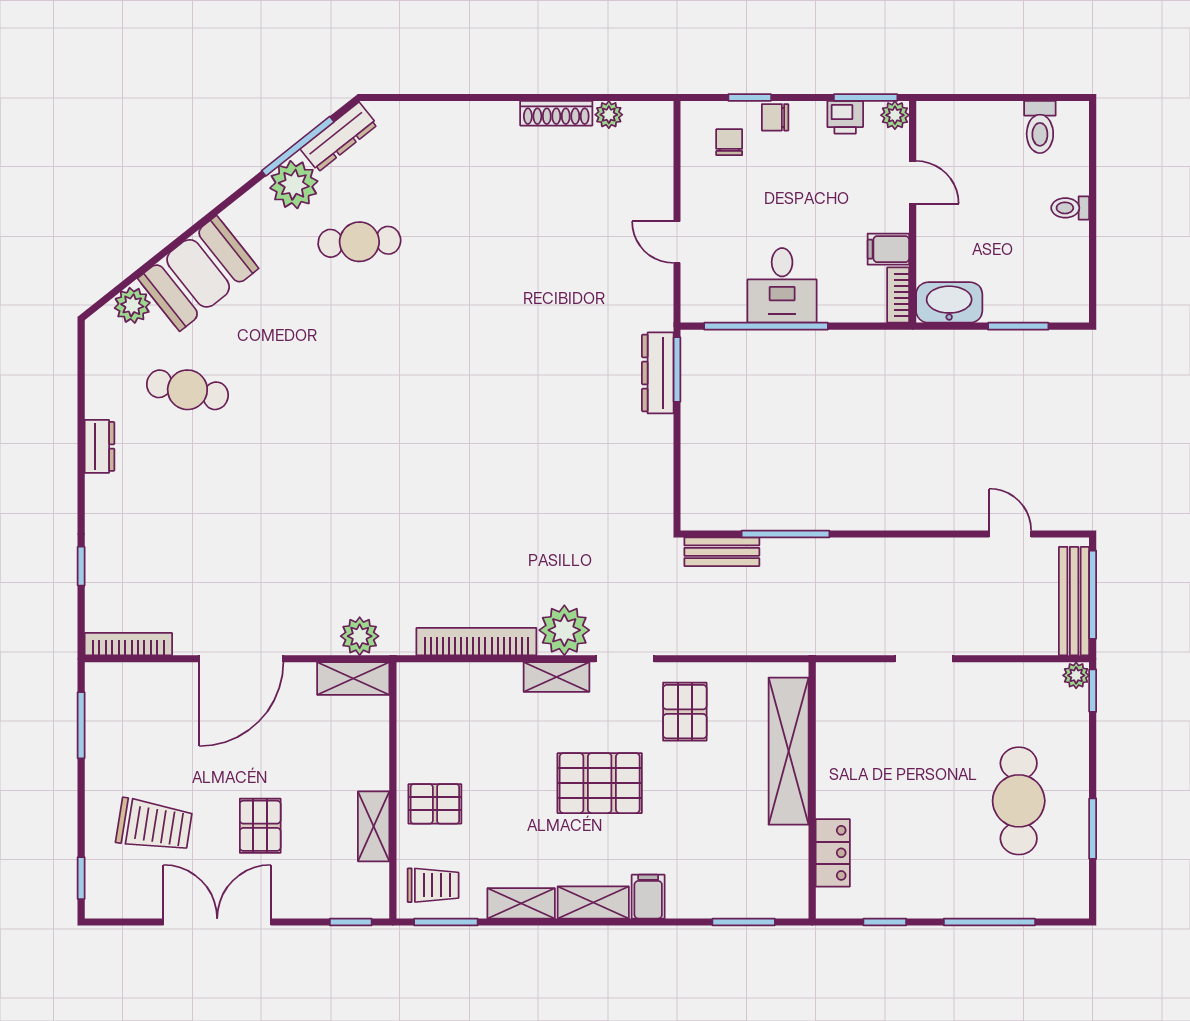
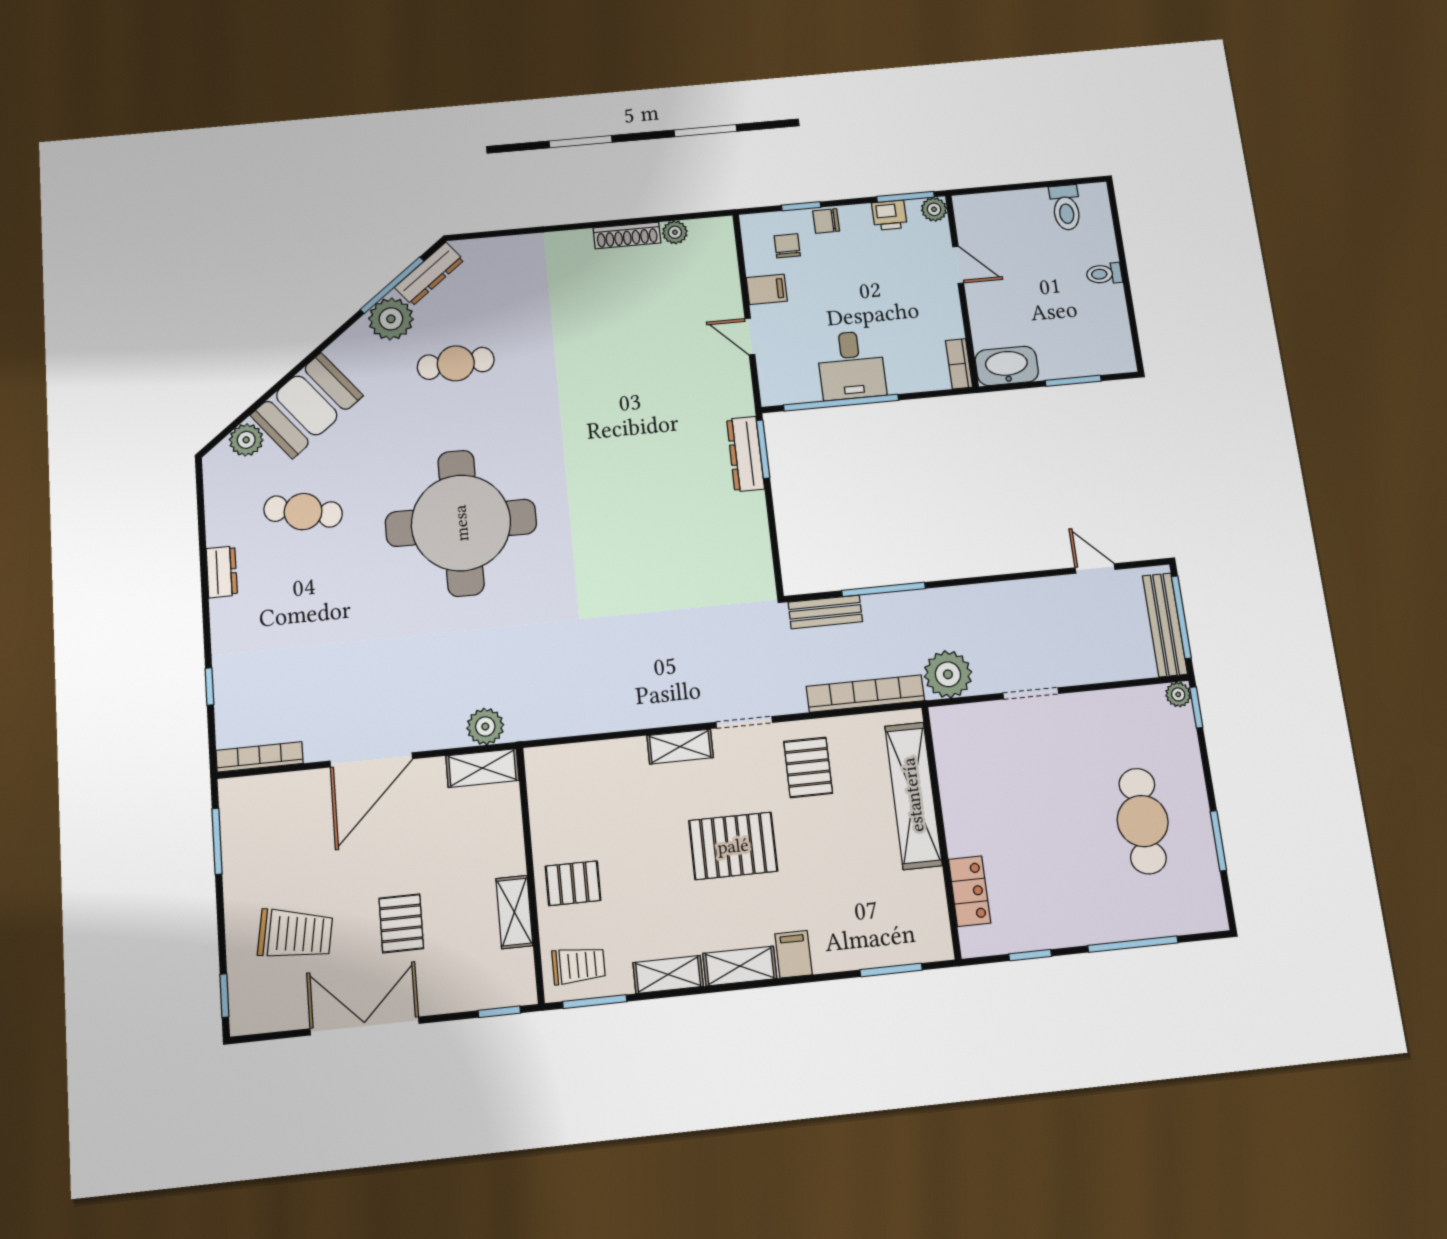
filing cabinet: (888, 249) -> (767, 289), moved, turned 180
round table: (351, 418) -> (461, 523), added
plant: (564, 630) -> (948, 674), moved
bookcase: (476, 642) -> (865, 694), moved

